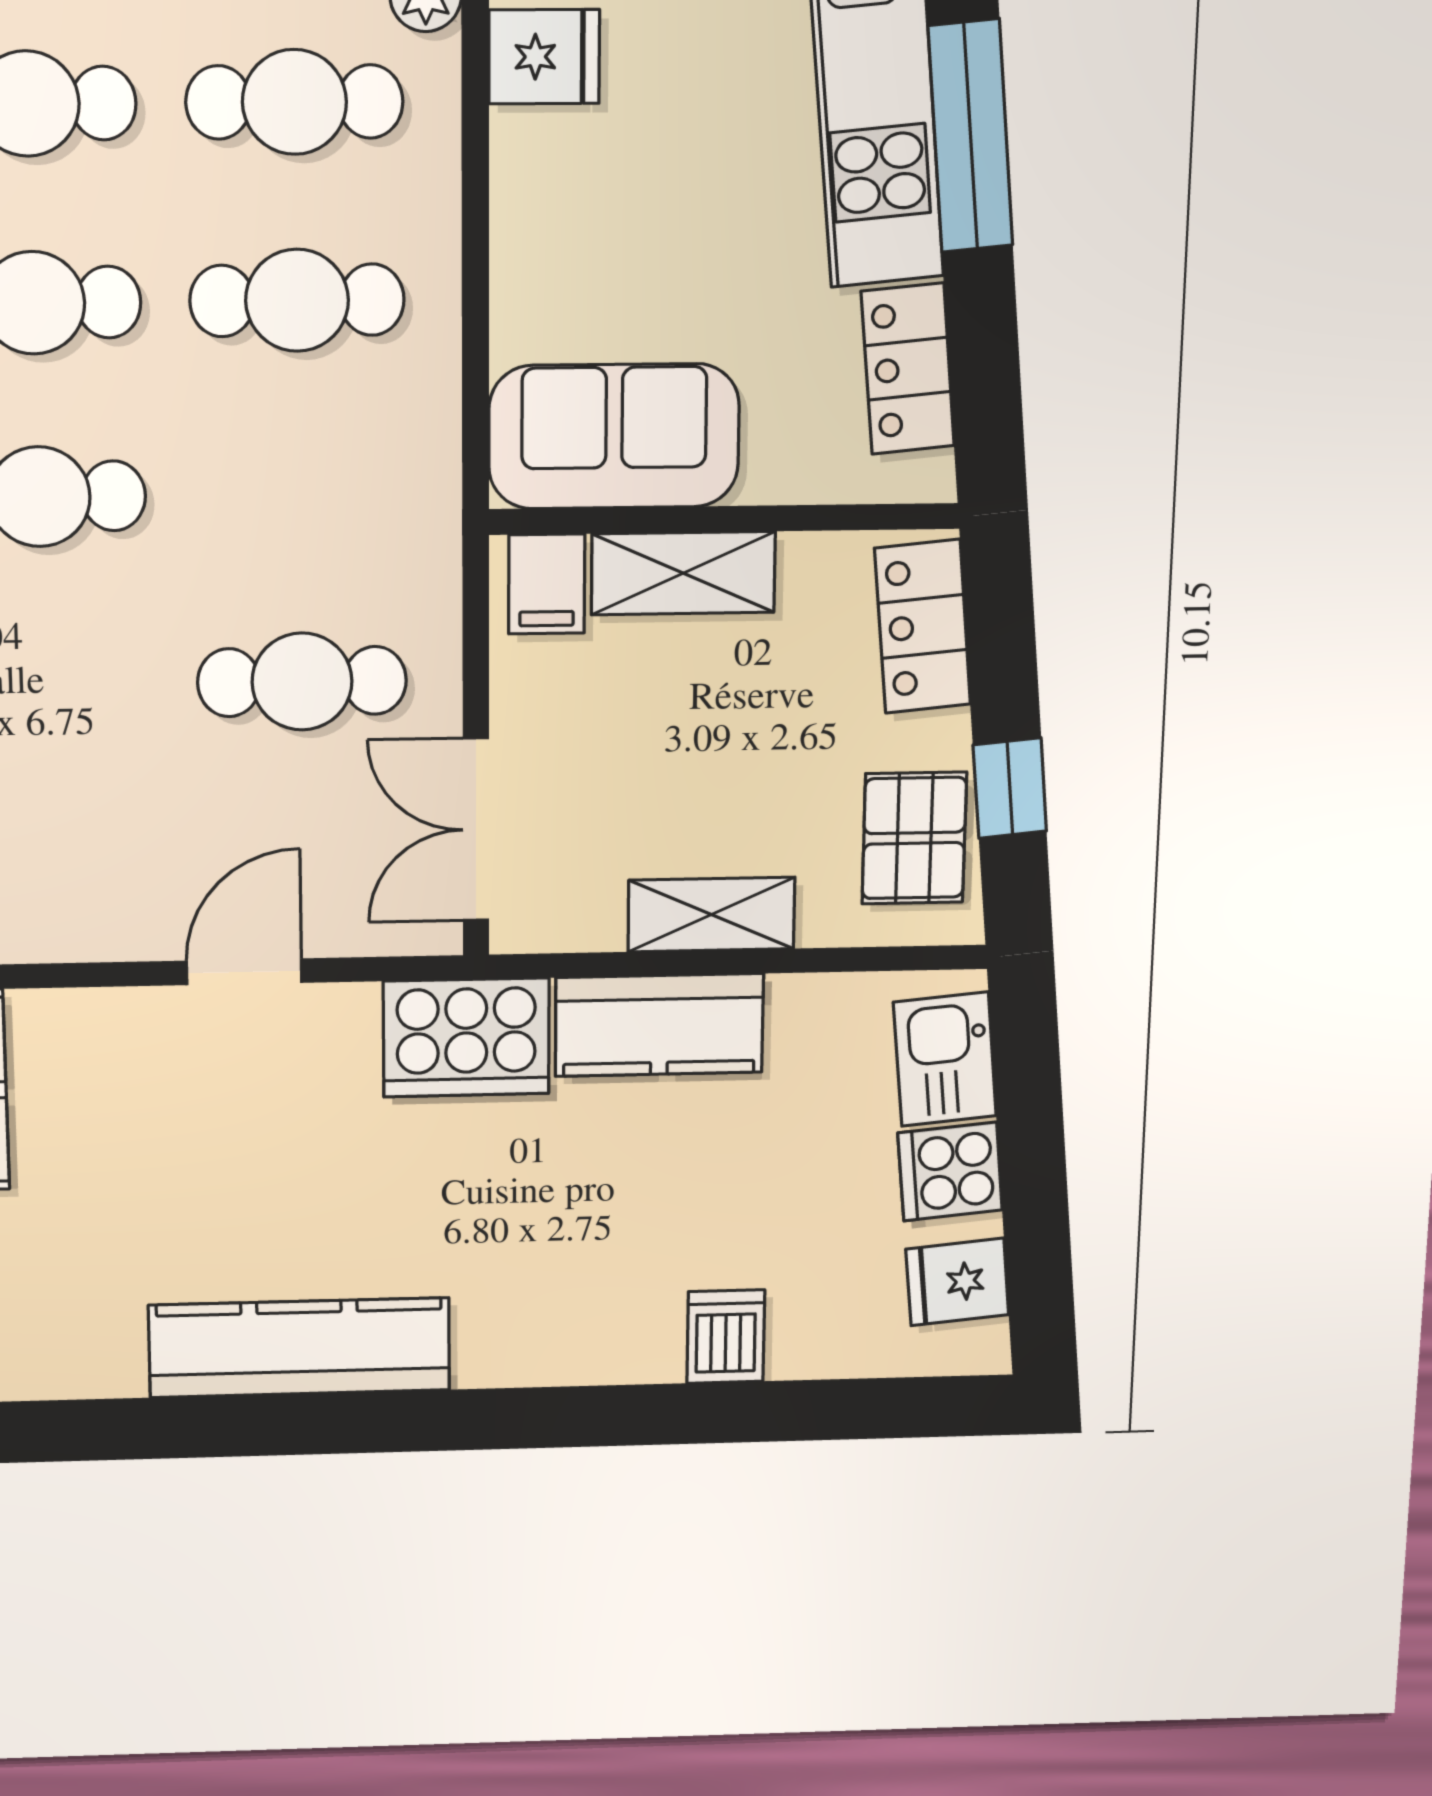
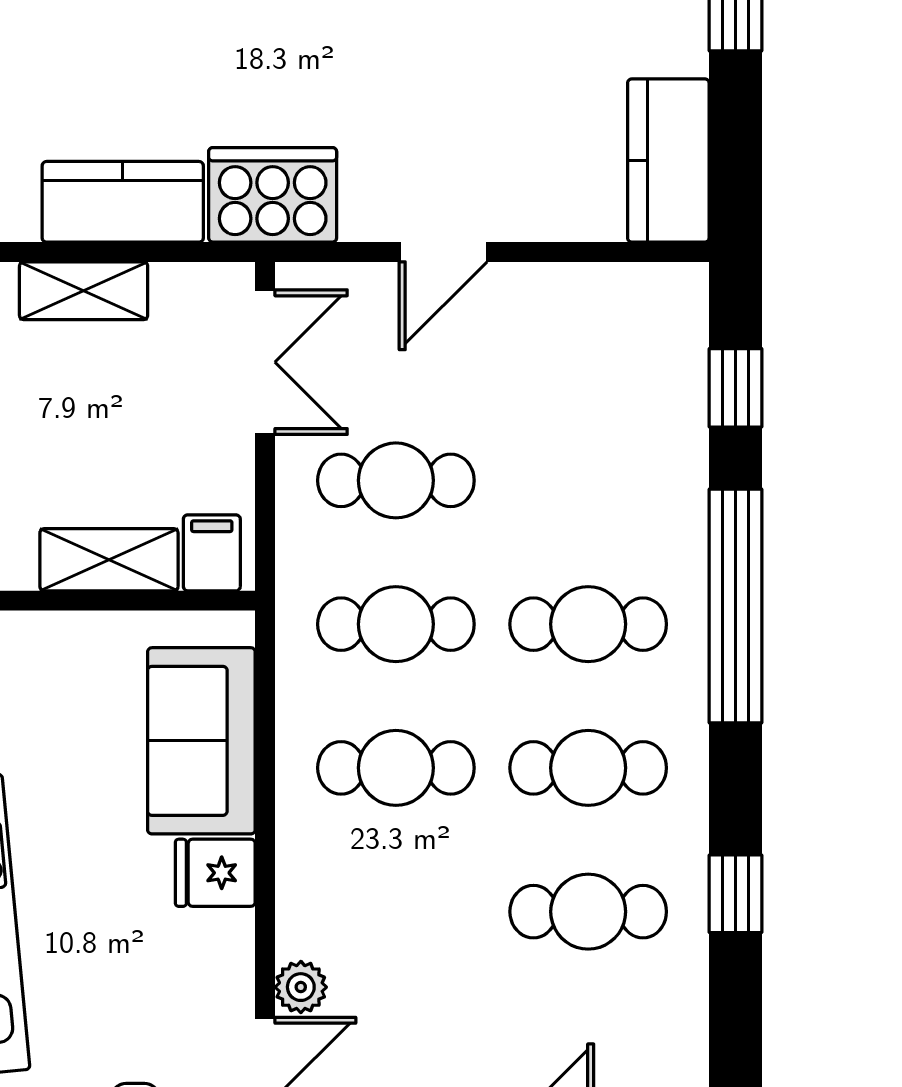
fridge: (544, 57) -> (215, 873), moved
cafe table: (294, 102) -> (396, 624), moved
sofa: (614, 436) -> (201, 741), moved, turned 90

